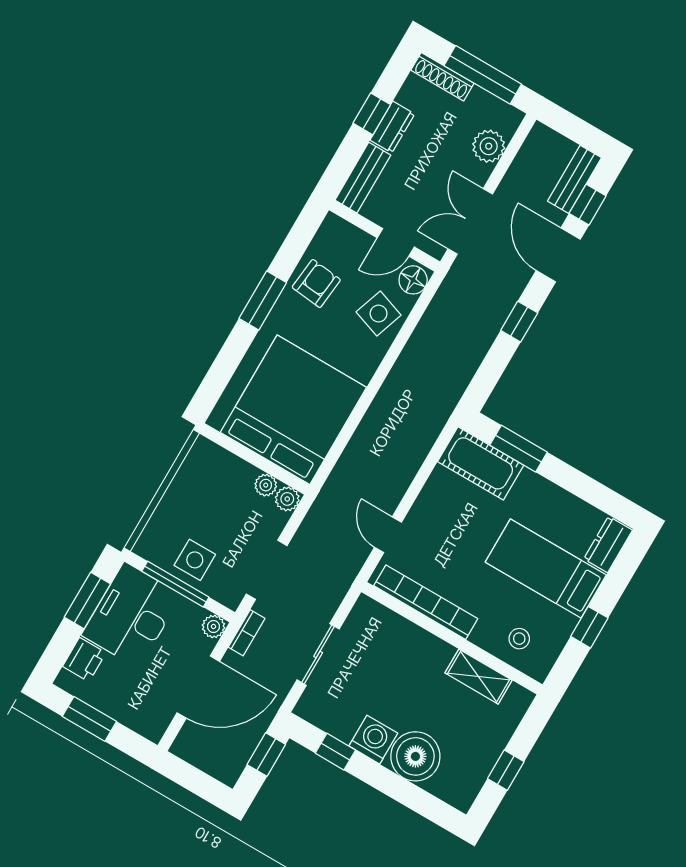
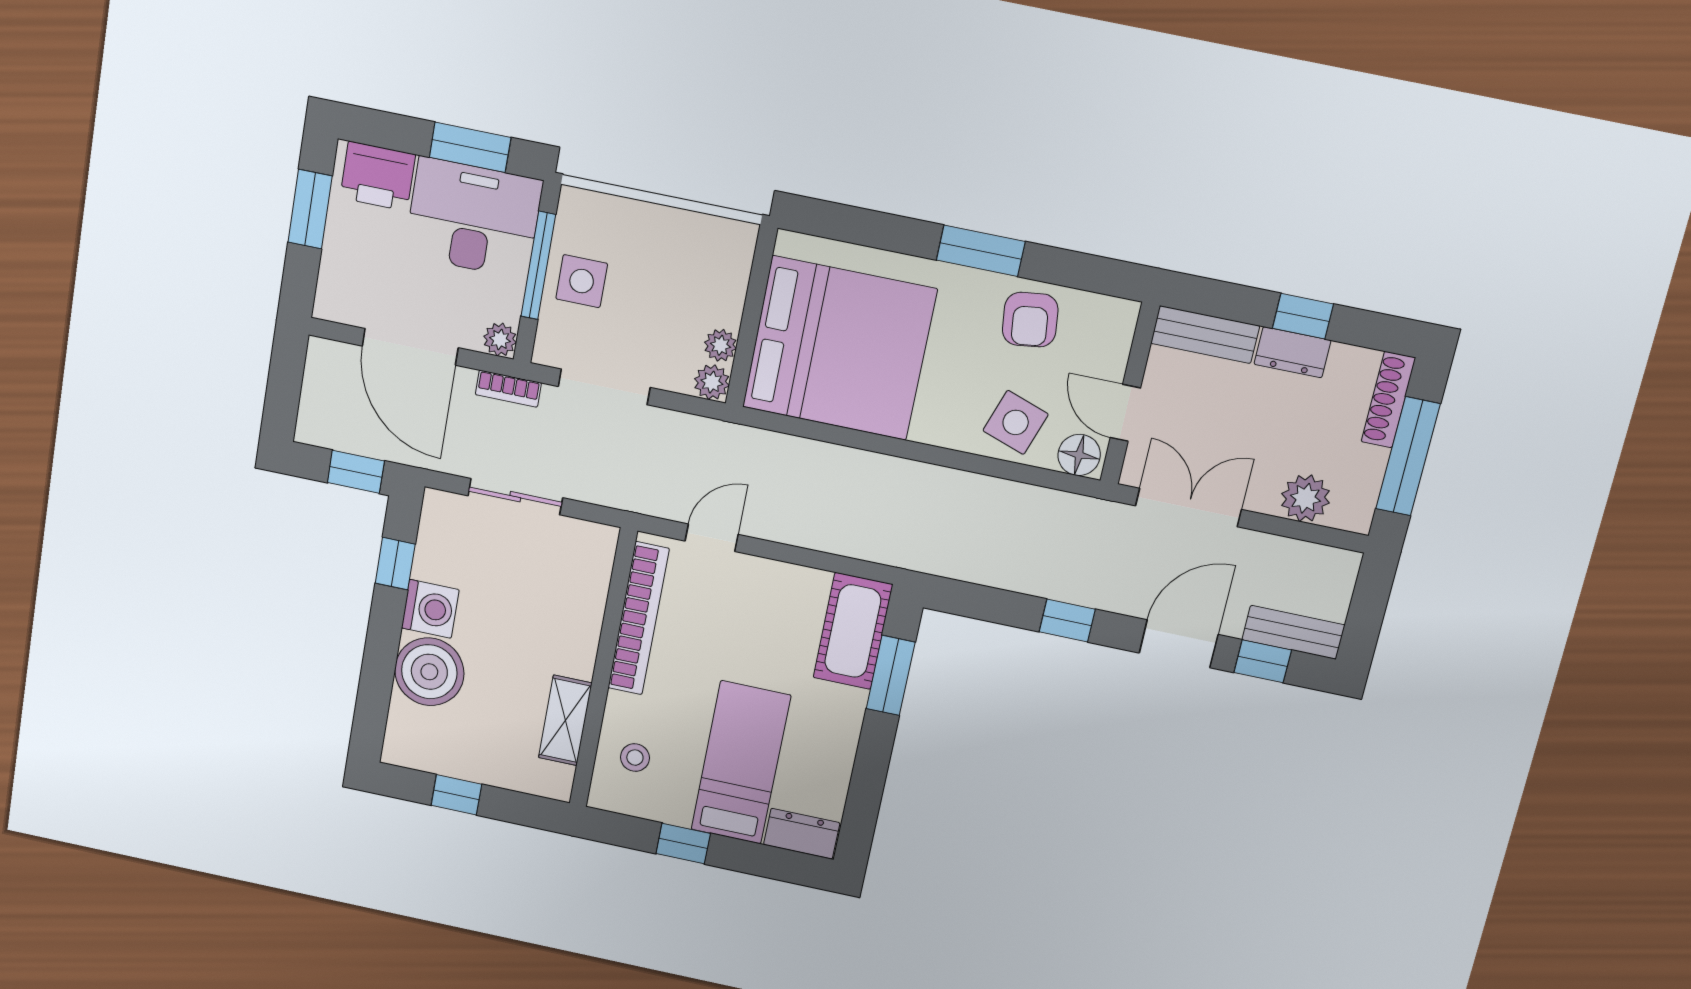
armchair: (316, 283) -> (1030, 320), turned 77
printer: (84, 660) -> (378, 176), width x1.36, depth x1.24

